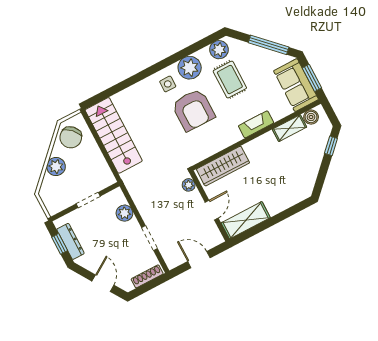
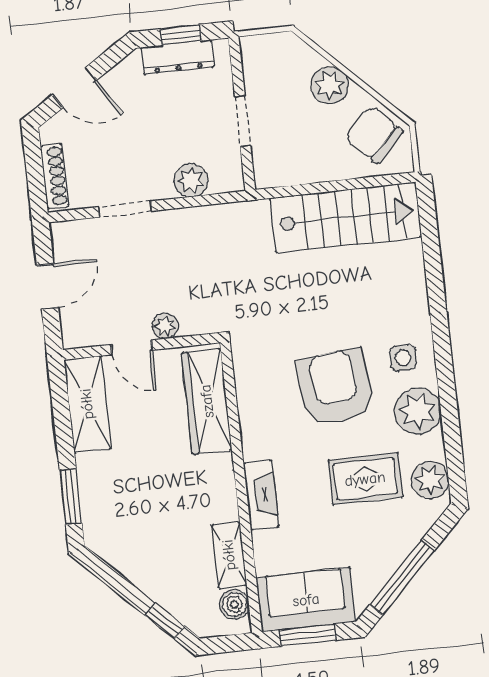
armchair: (193, 110) -> (335, 387), turned 84
plant: (189, 185) -> (165, 326), moved
window: (291, 211) -> (71, 497), added

